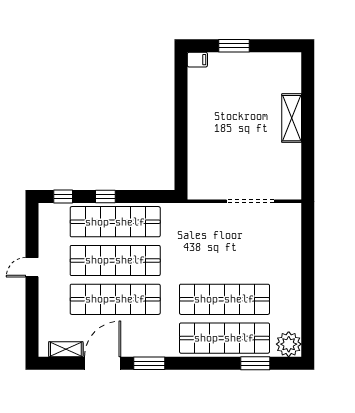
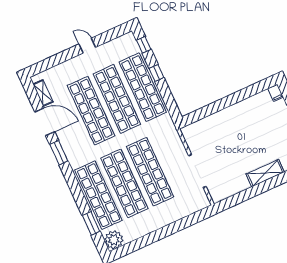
shop shelf: (224, 260) -> (150, 172), added

